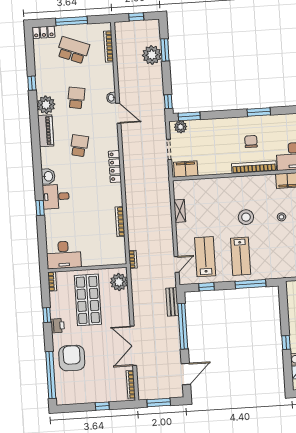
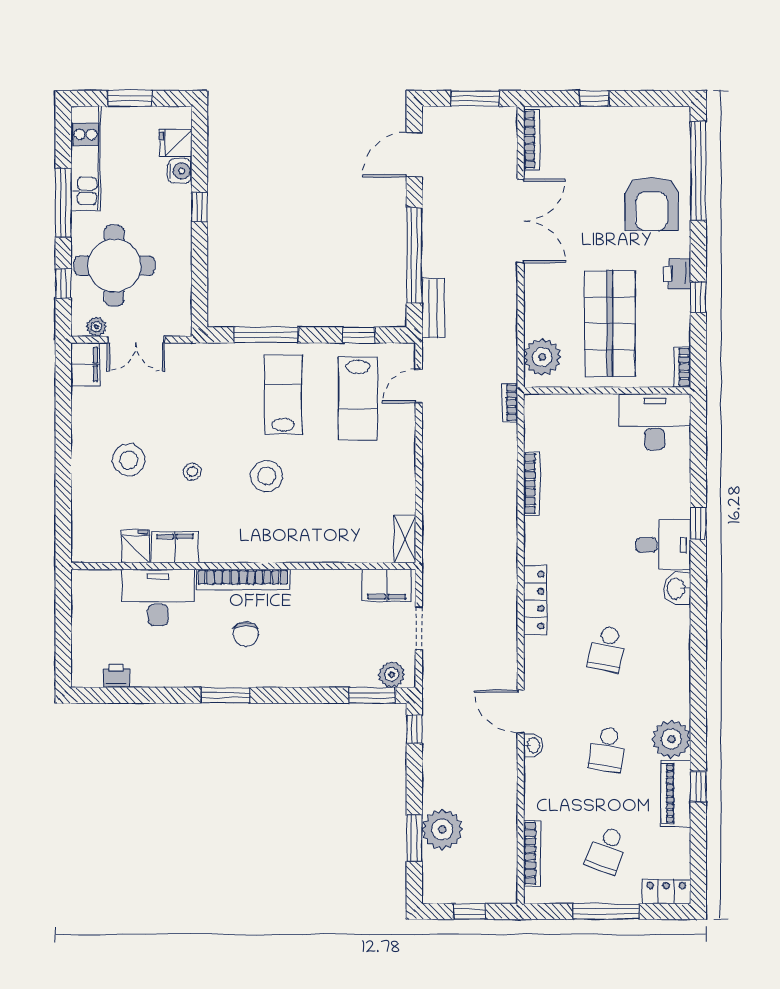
school desk: (73, 50) -> (607, 850), width x0.54
piano: (46, 131) -> (676, 794), moved
shelving: (180, 211) -> (405, 539), moved

